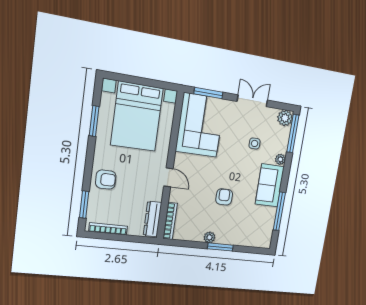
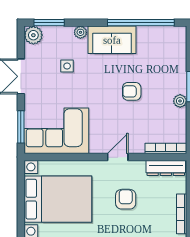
window: (293, 134) -> (49, 23), width x0.69
armchair: (106, 180) -> (126, 199), moved
window: (279, 211) -> (141, 23), width x1.46

